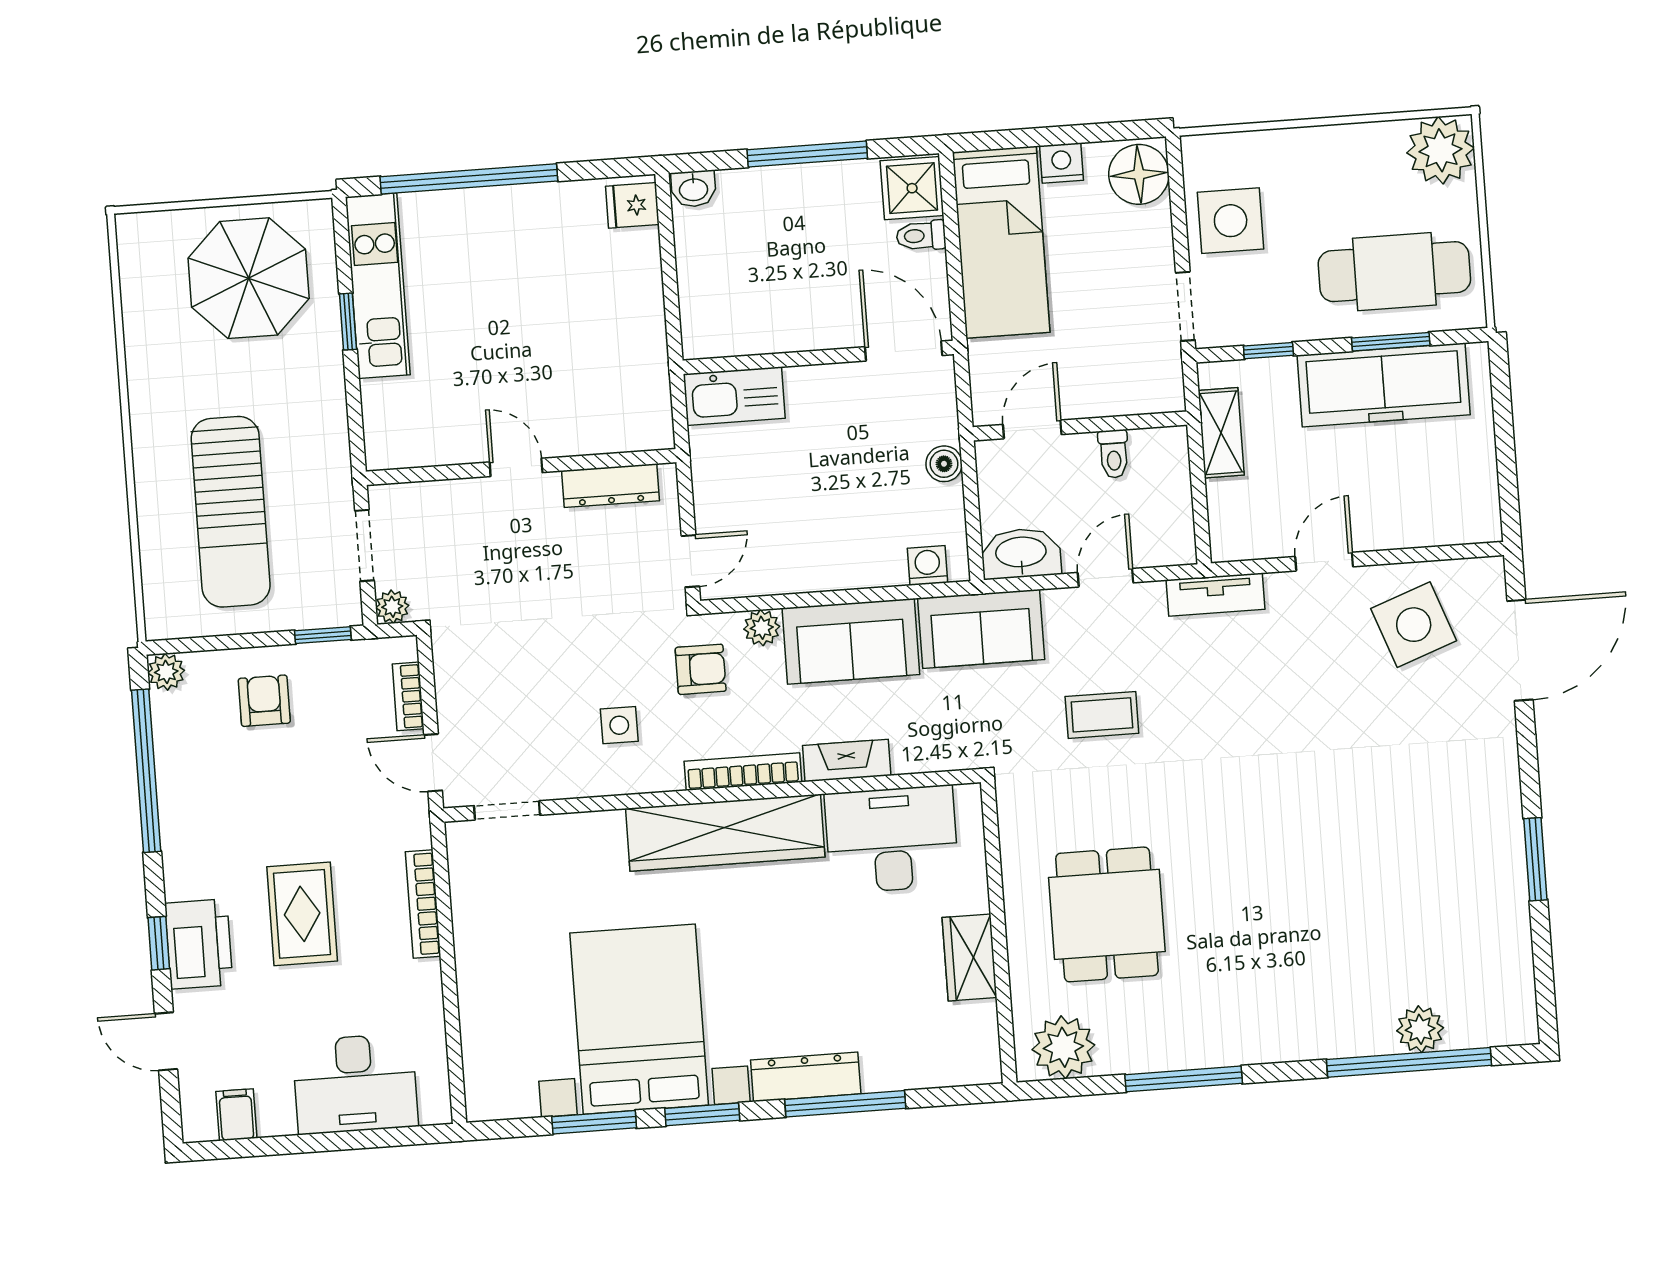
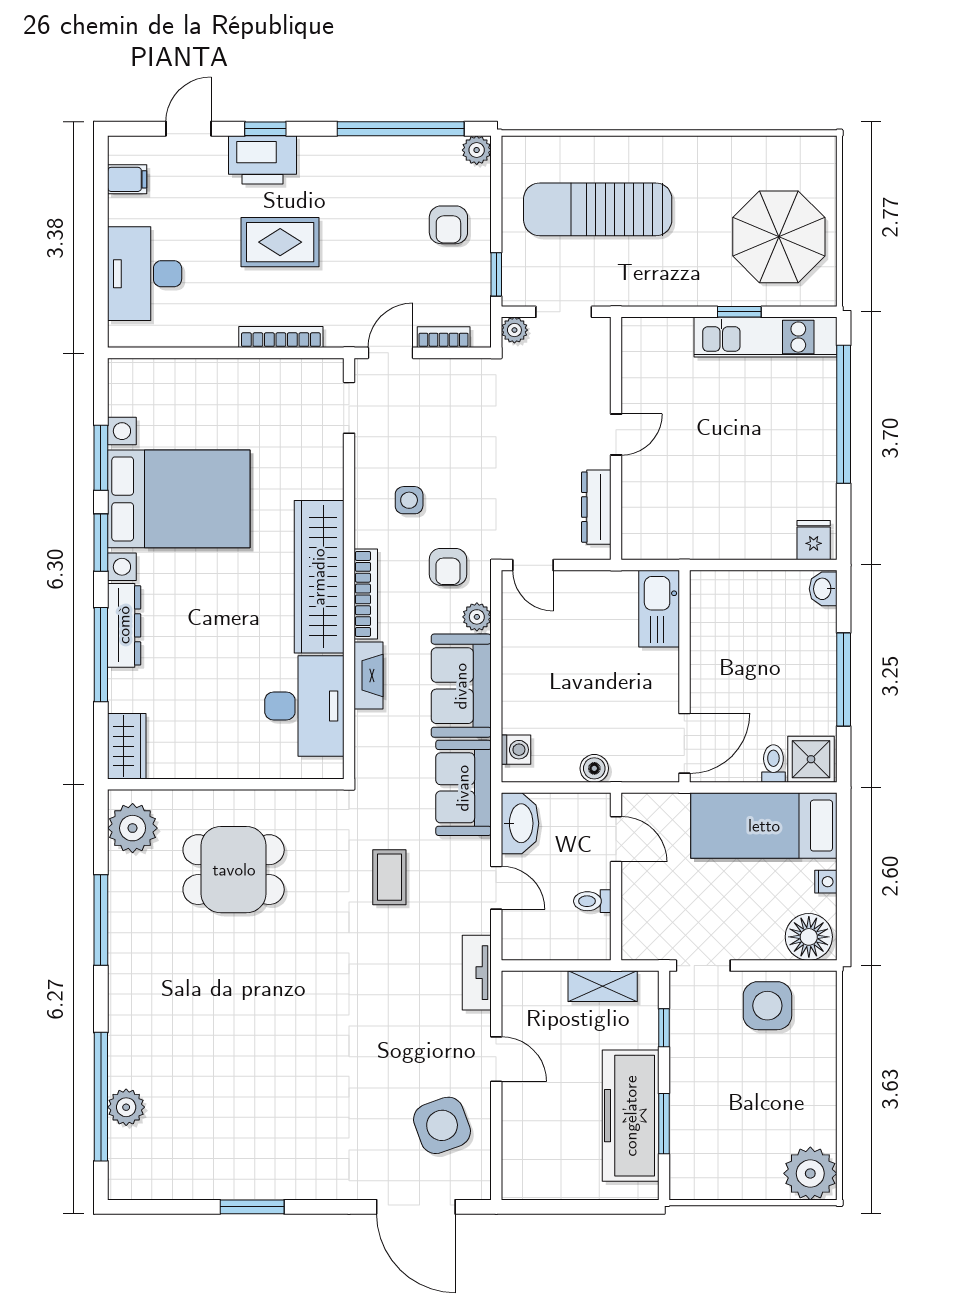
nightstand: (1061, 163) -> (826, 882), width x0.72, depth x0.74
cafe table: (1394, 272) -> (718, 1131), removed
armchair: (264, 701) -> (448, 225), turned 90
wardrobe: (969, 958) -> (127, 746), moved, turned 90

